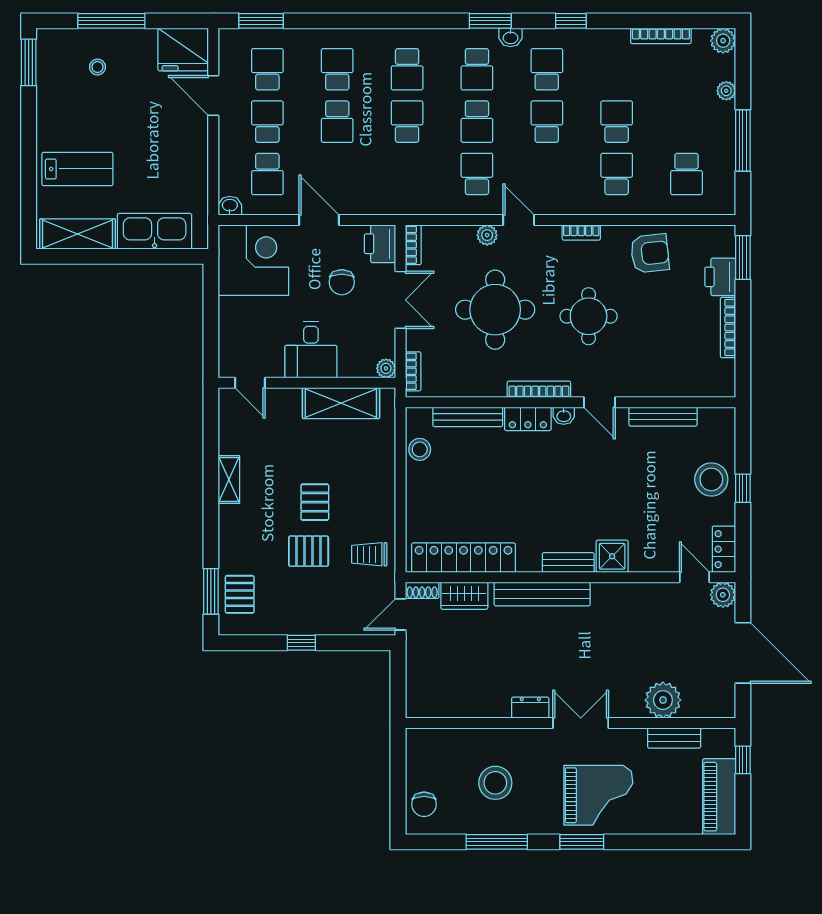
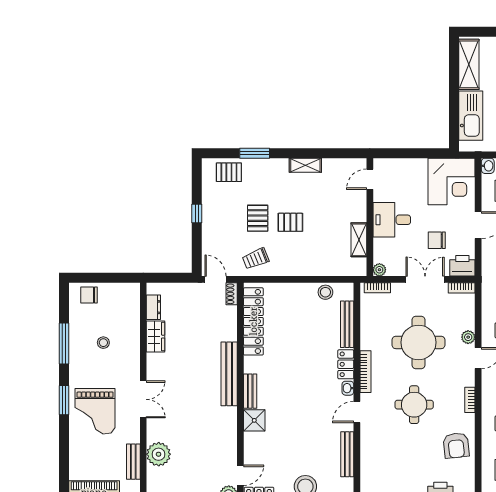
double door: (400, 300) -> (425, 279), swing flipped
shelving: (341, 403) -> (359, 240), width x0.67, depth x0.75
trolley: (369, 554) -> (256, 259), turned -112
window: (211, 591) -> (255, 153), moved
wardrobe: (464, 596) -> (156, 337), moved, turned 180
dresser: (530, 708) -> (153, 307), moved
stool: (495, 783) -> (103, 343), width x0.53, depth x0.53

